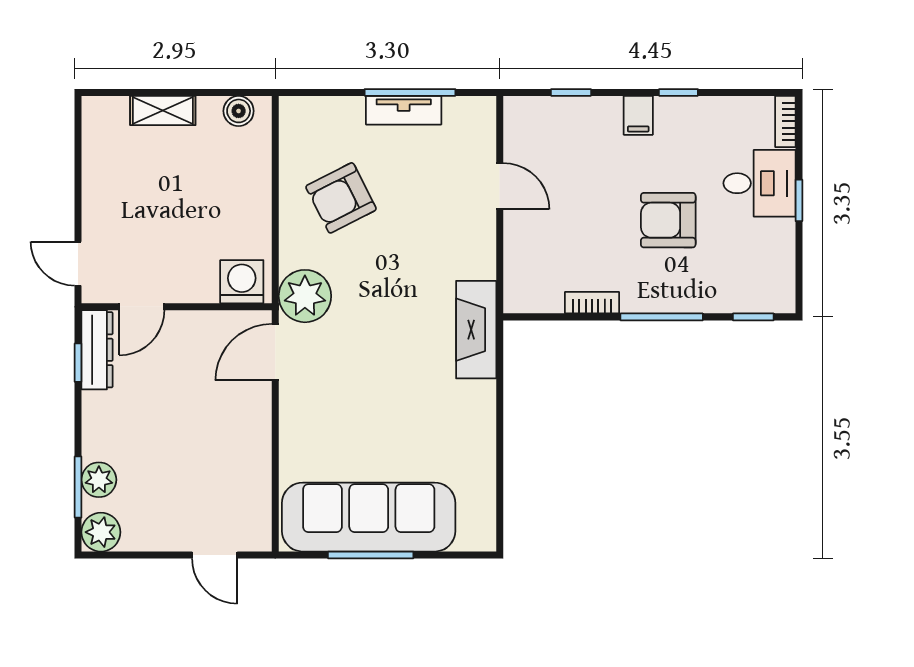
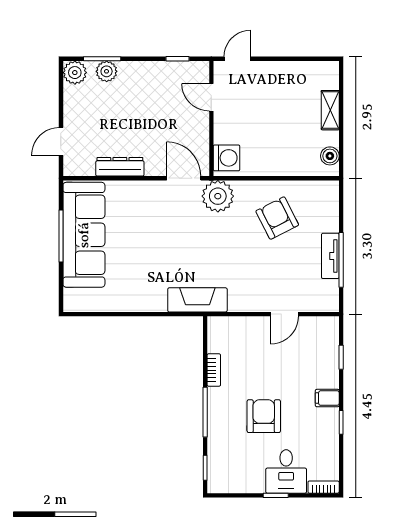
dresser: (97, 350) -> (120, 167), moved, turned 180

